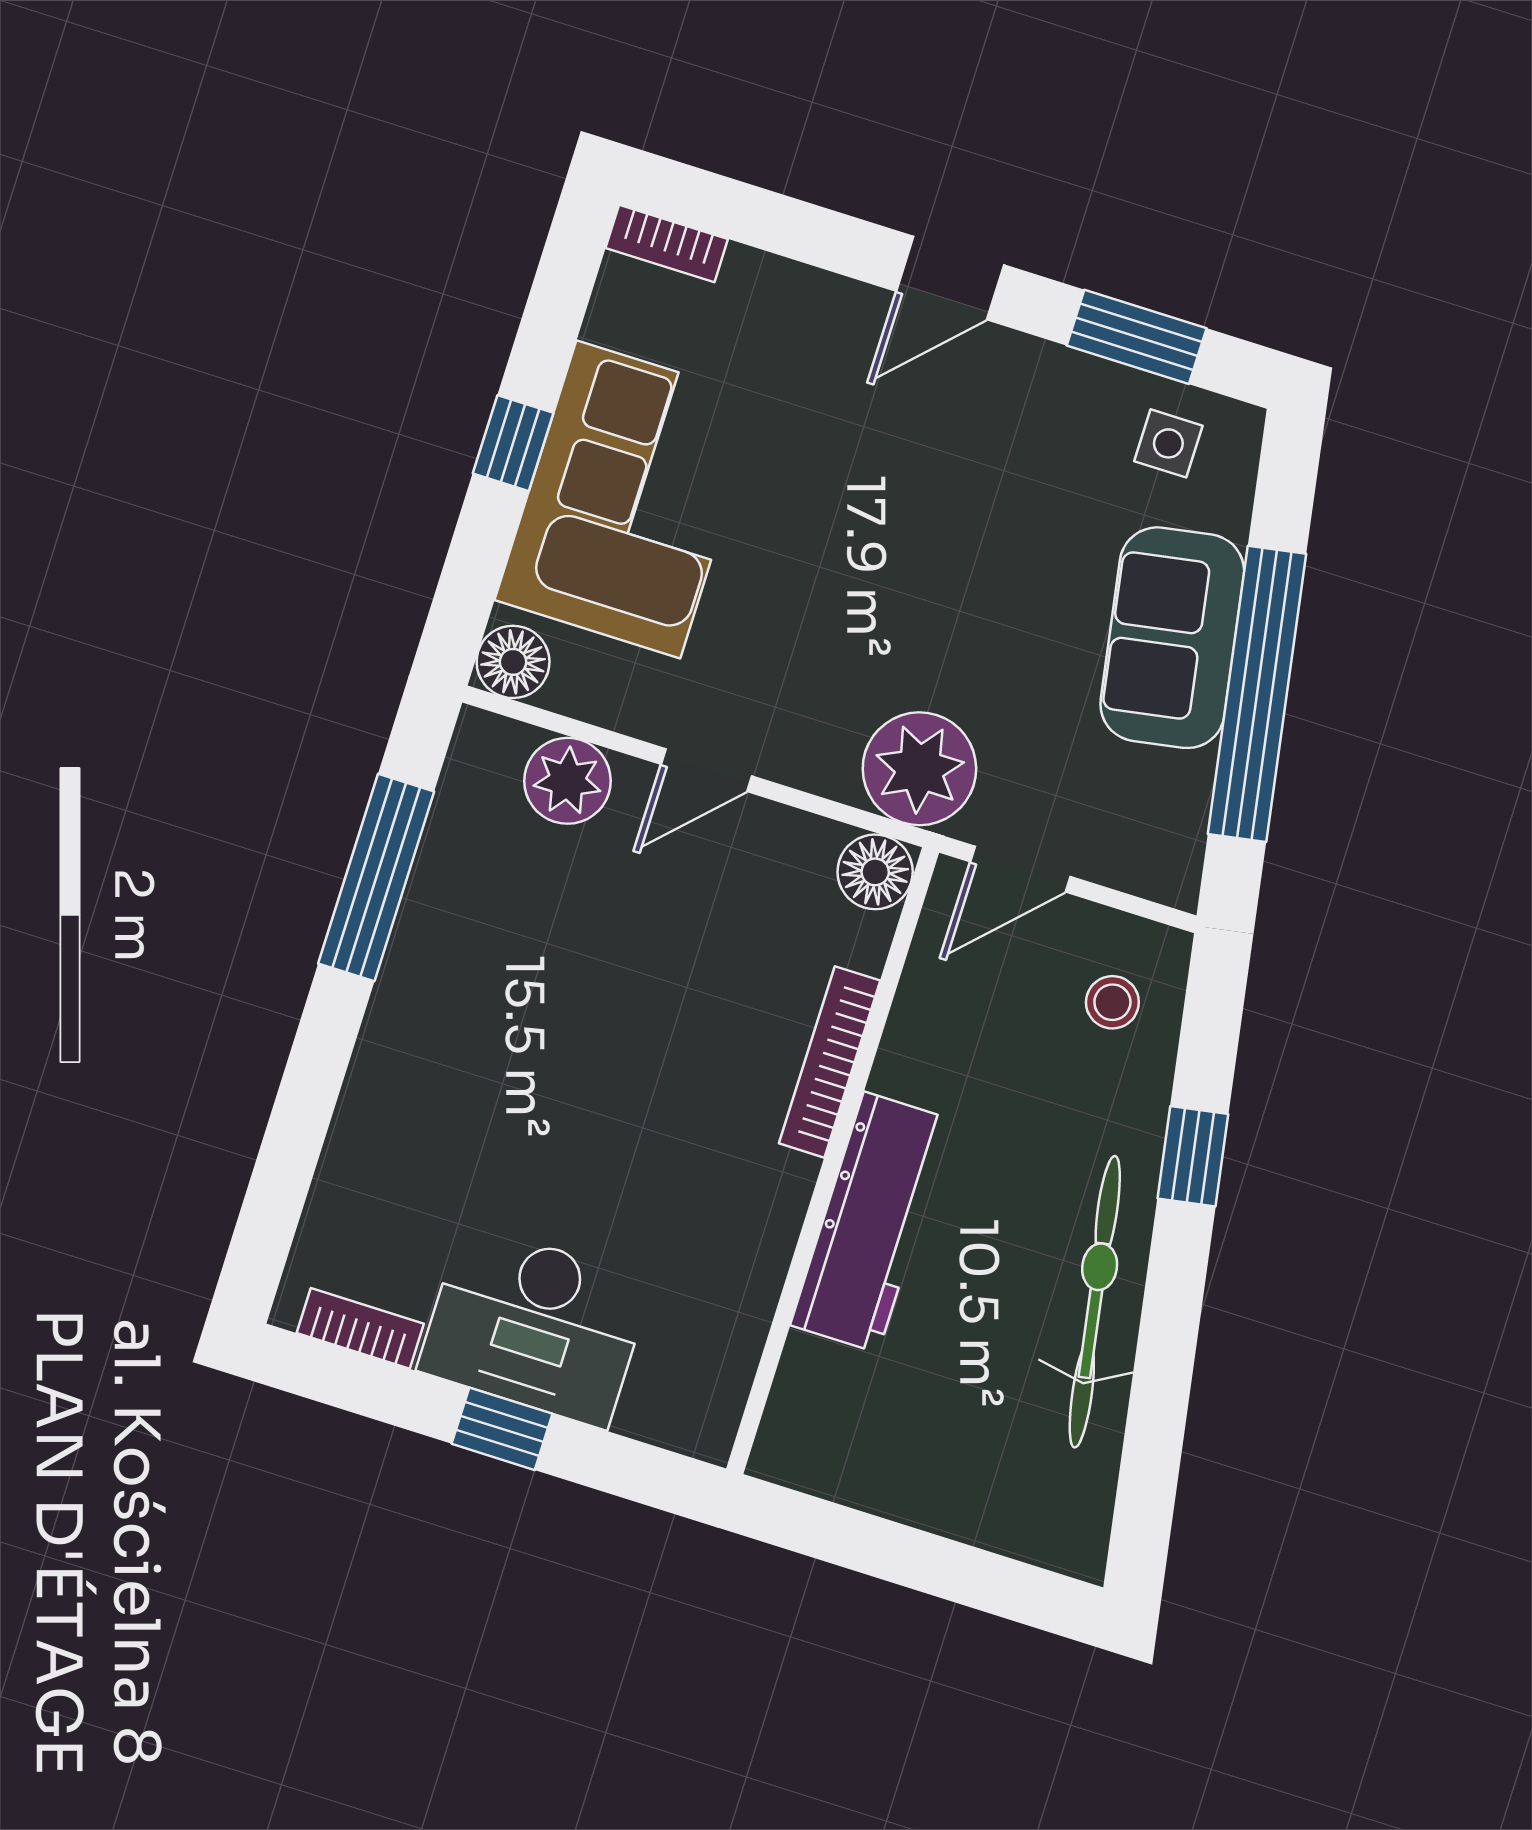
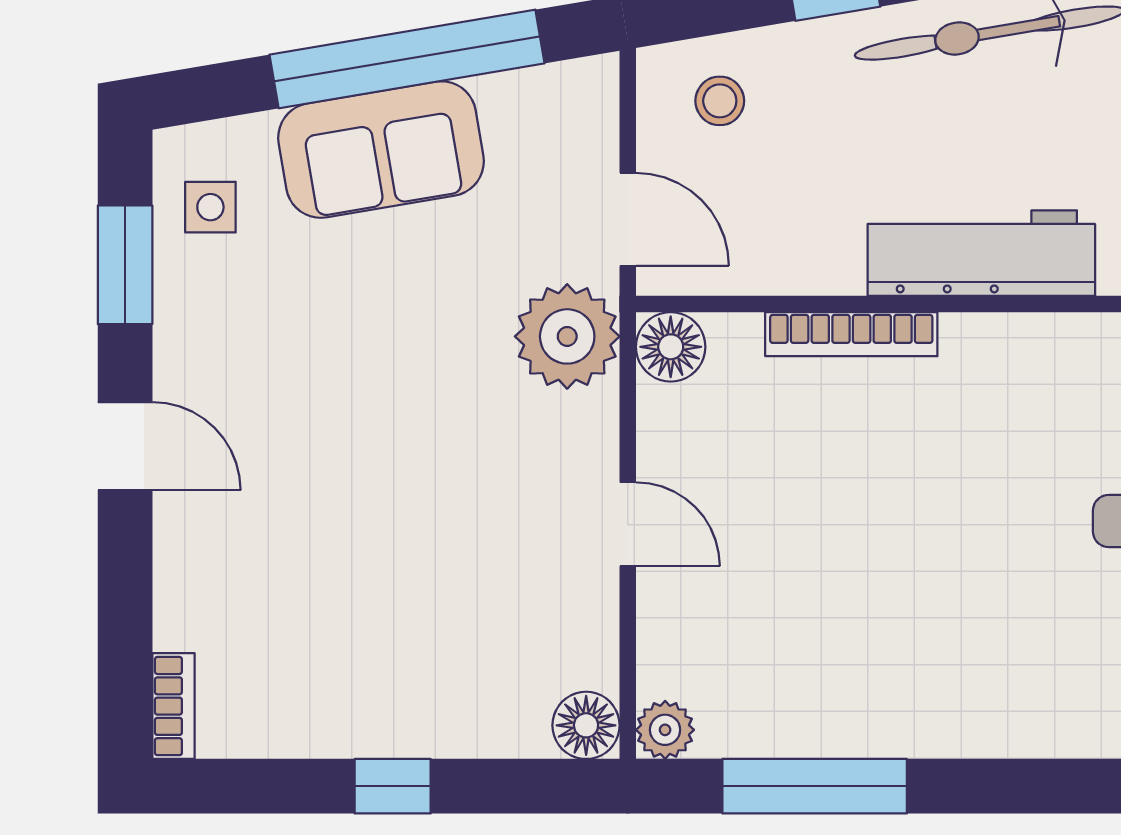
corner sofa: (628, 499) -> (410, 669), removed
plant: (567, 781) -> (665, 730), moved, width x0.73, depth x0.73

